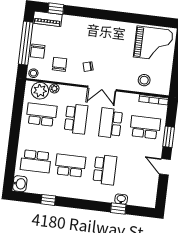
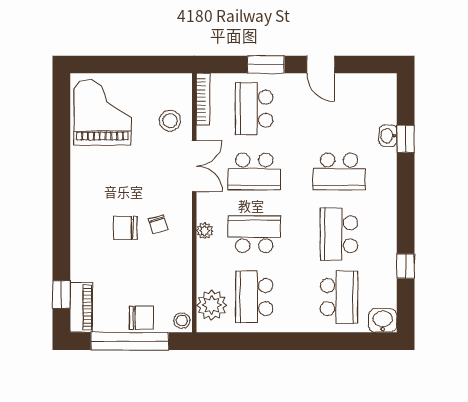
chair: (60, 64) -> (125, 228), moved
plant: (54, 88) -> (205, 231), moved
double door: (102, 89) -> (194, 166), moved
door: (165, 167) -> (321, 65), hinge flipped
school desk: (105, 170) -> (339, 171), turned 180

